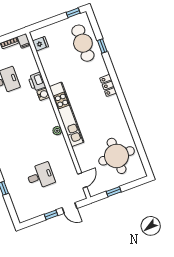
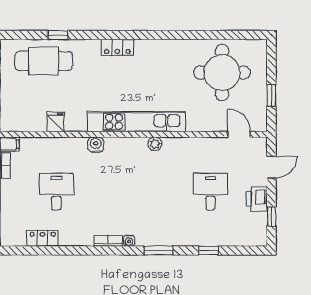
fridge: (40, 44) -> (56, 122), moved
printer: (37, 82) -> (257, 199), moved, turned 90
window: (51, 215) -> (271, 216), moved

